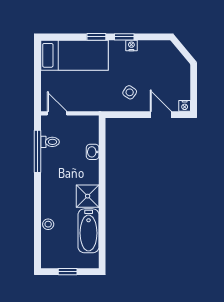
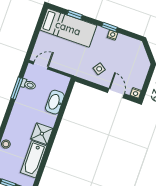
window: (96, 37) -> (75, 15), moved
door: (57, 113) -> (41, 66), hinge flipped
window: (37, 151) -> (17, 88), width x0.69
washbasin: (93, 152) -> (55, 102), width x1.91, depth x1.45

